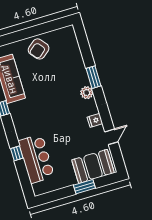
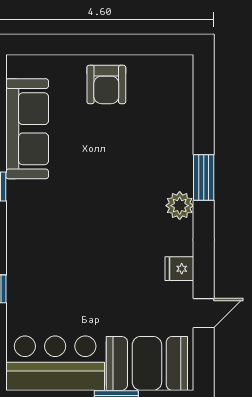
armchair: (39, 49) -> (106, 84), turned -51
bar counter: (36, 159) -> (55, 363), moved, turned -90

